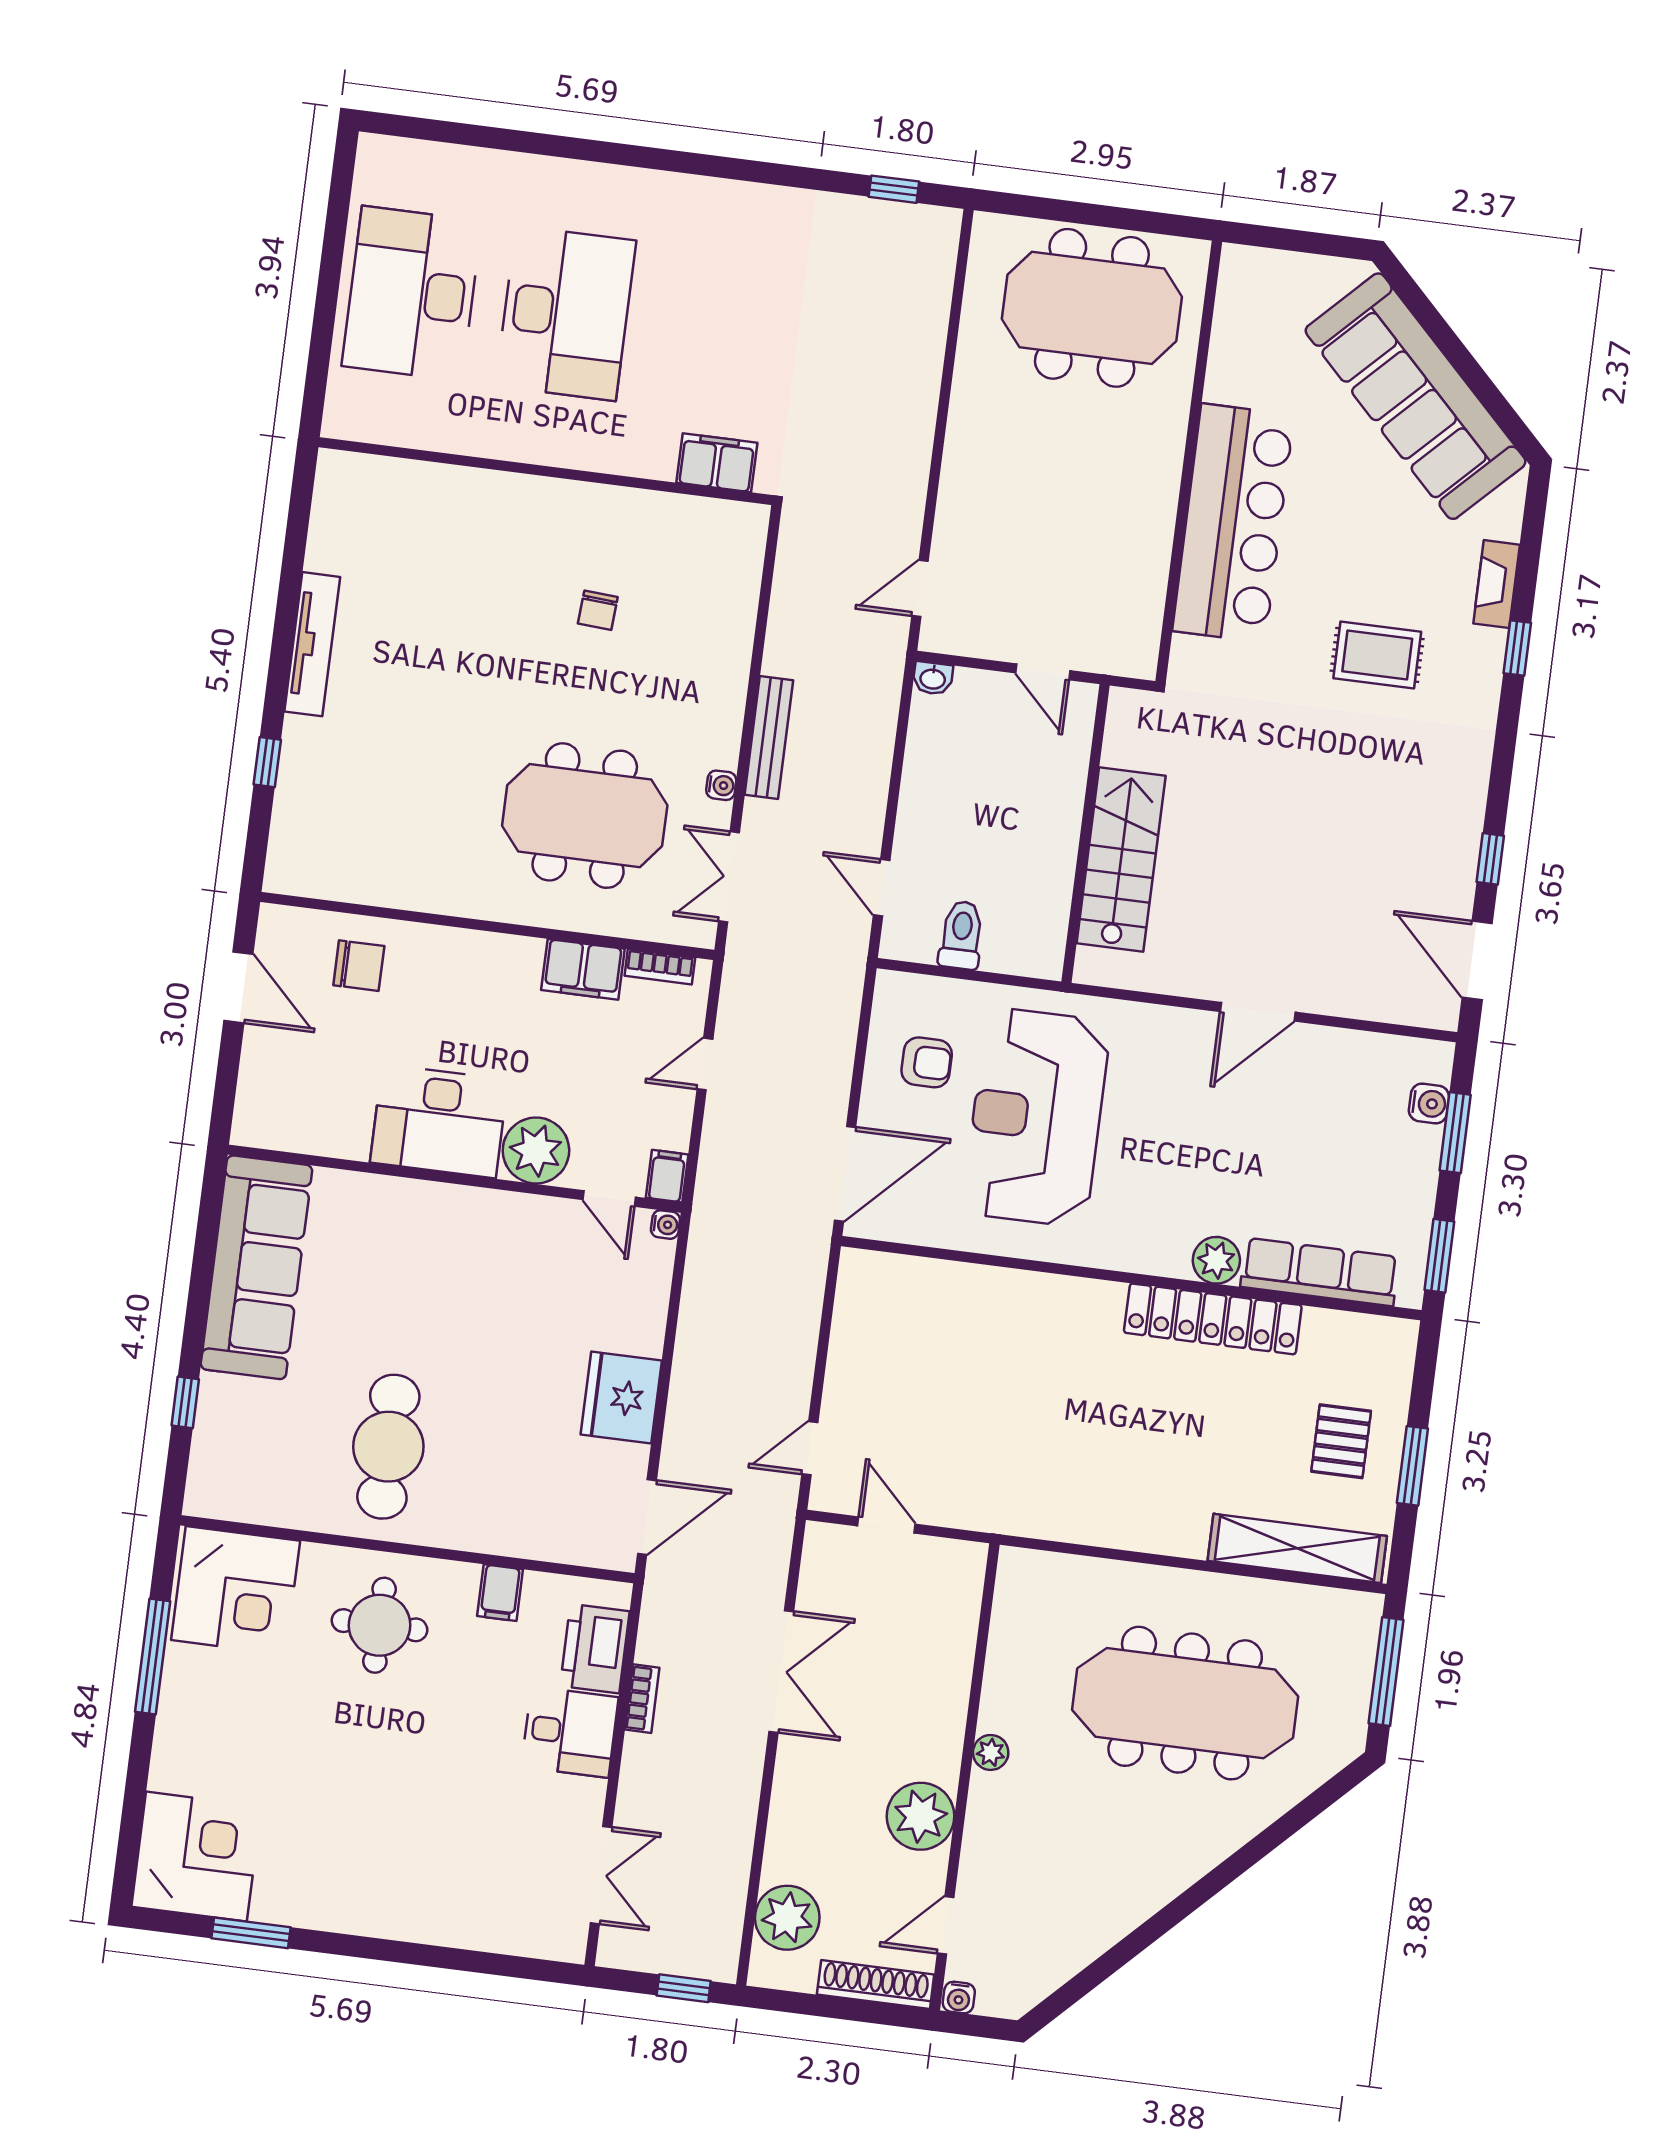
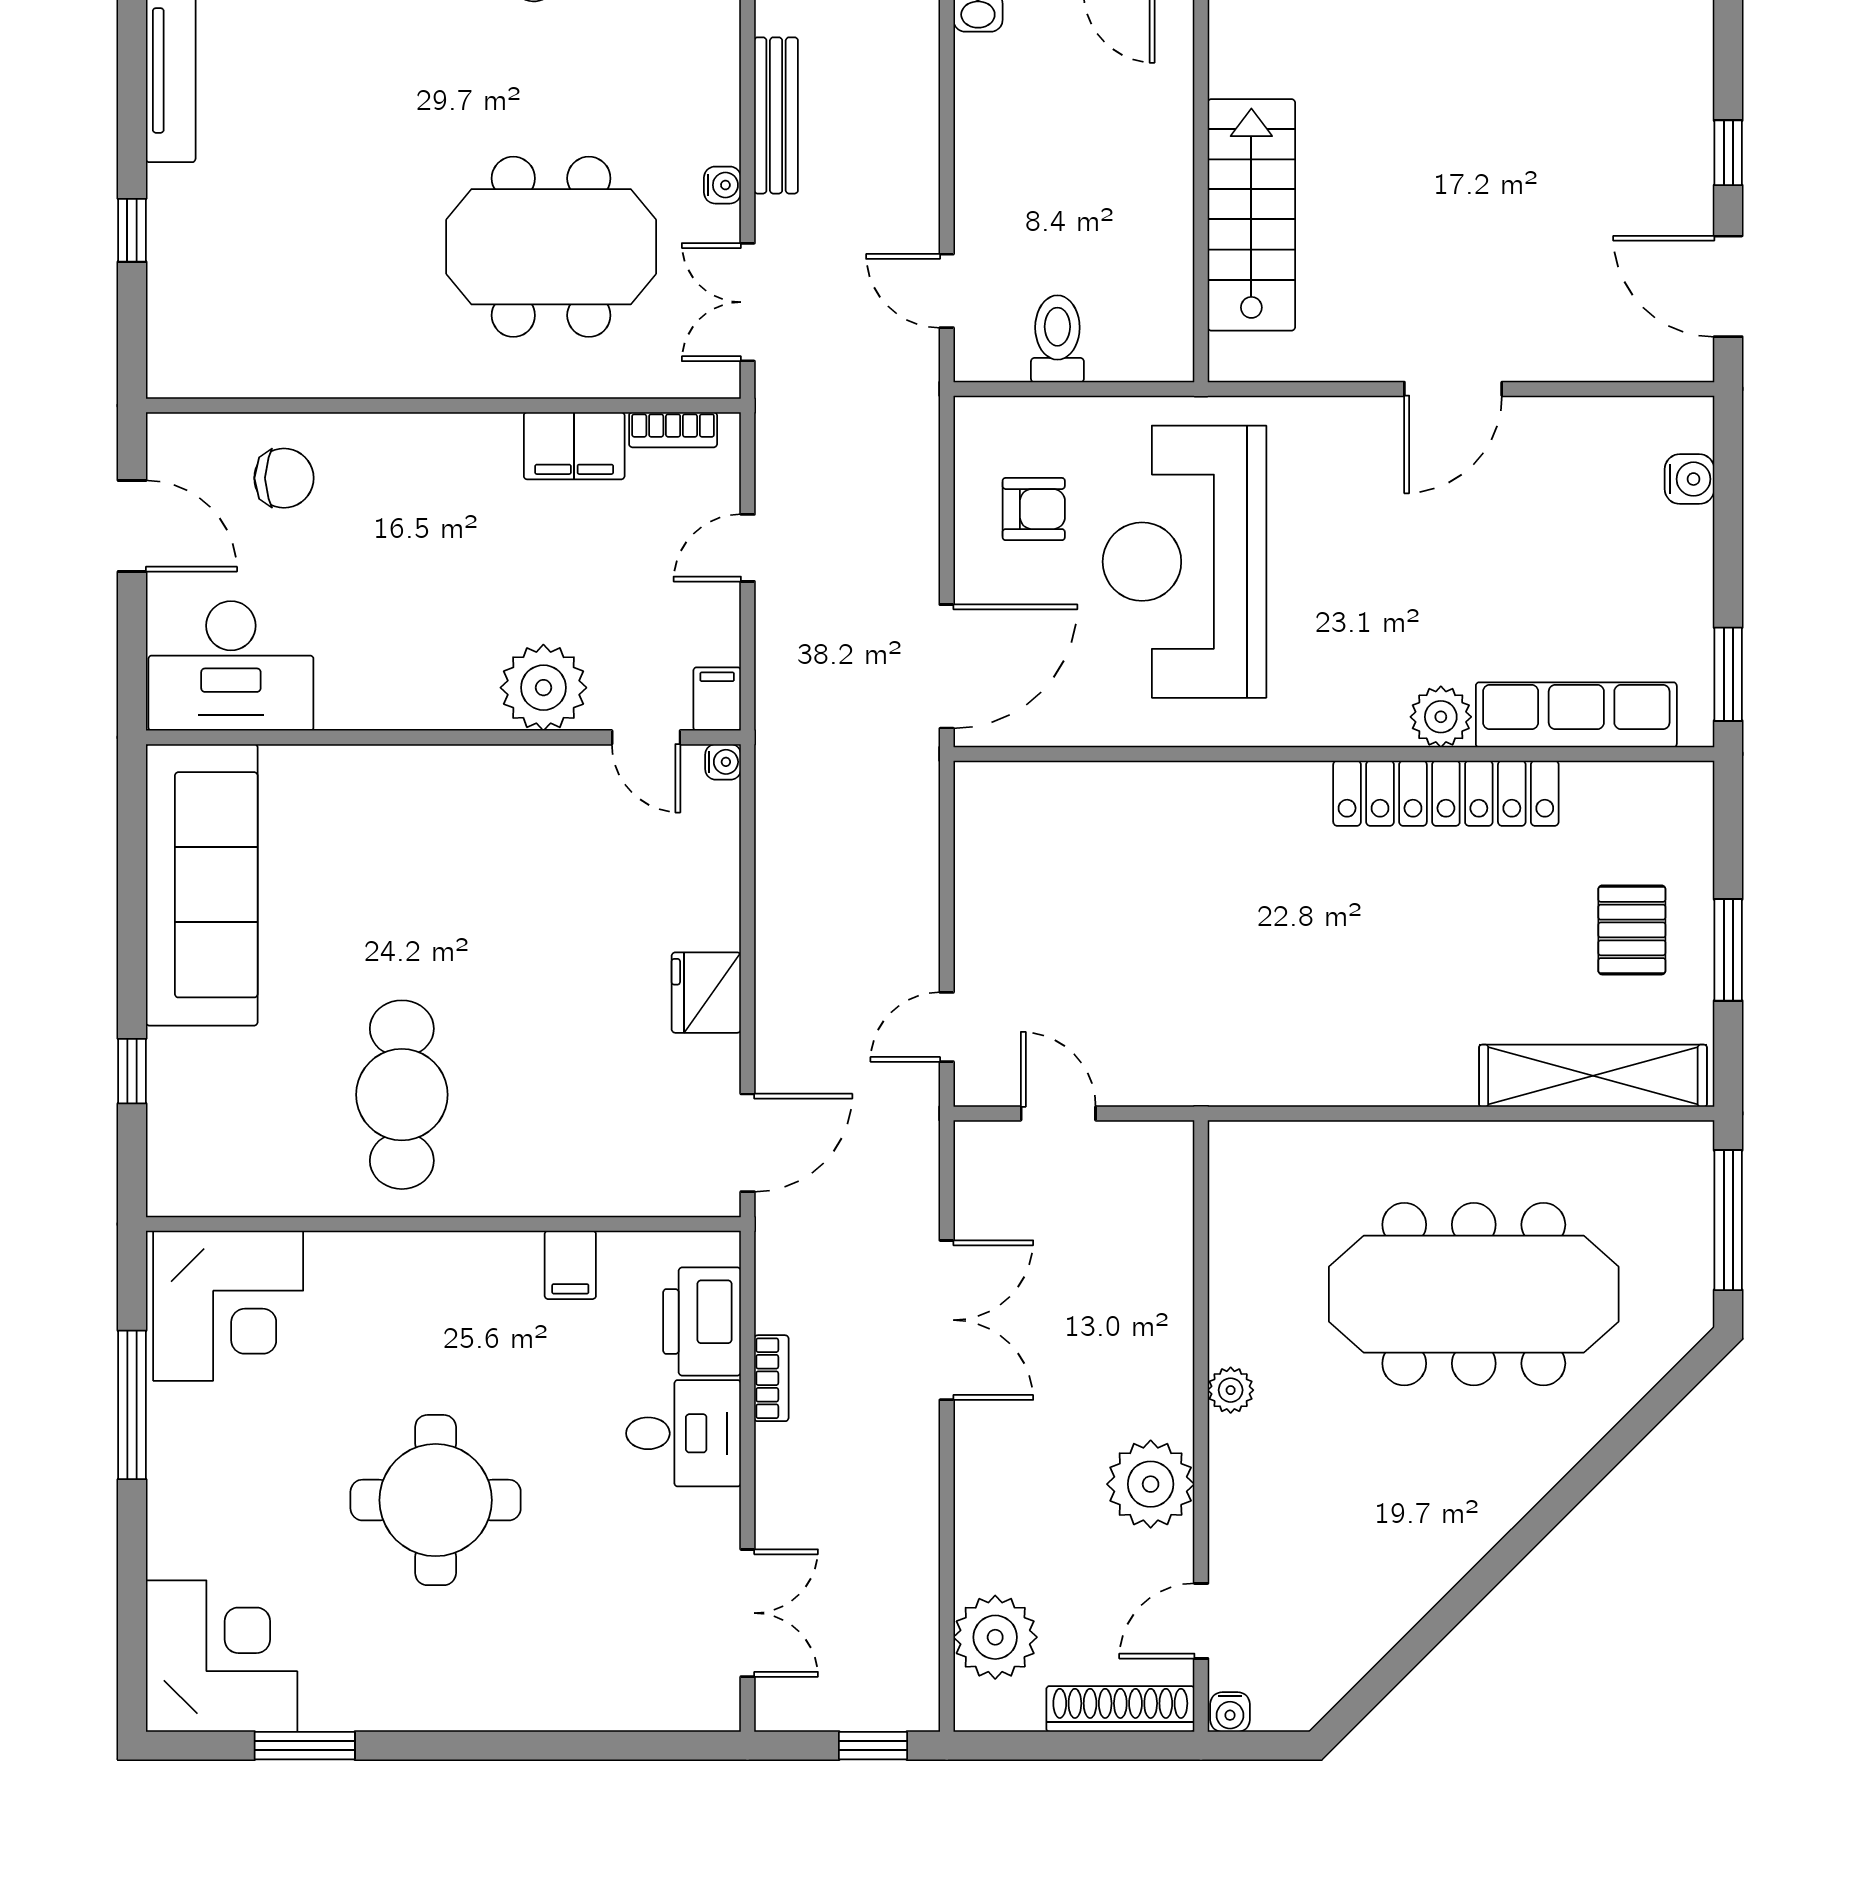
desk: (439, 1121) -> (231, 666), moved
window: (1455, 1133) -> (1728, 512), removed
fridge: (621, 1397) -> (706, 993), width x0.73, depth x0.75
round table: (380, 1625) -> (436, 1500), moved, width x1.36, depth x1.36

